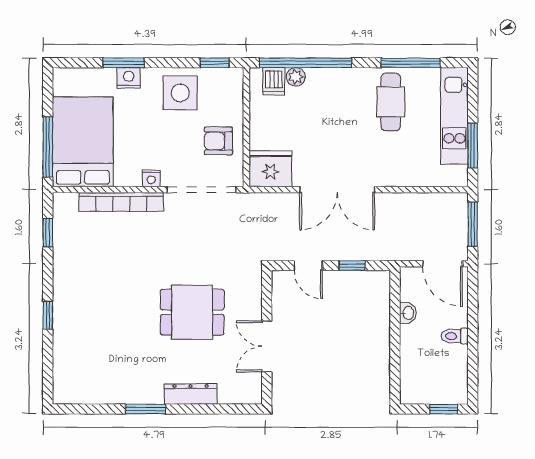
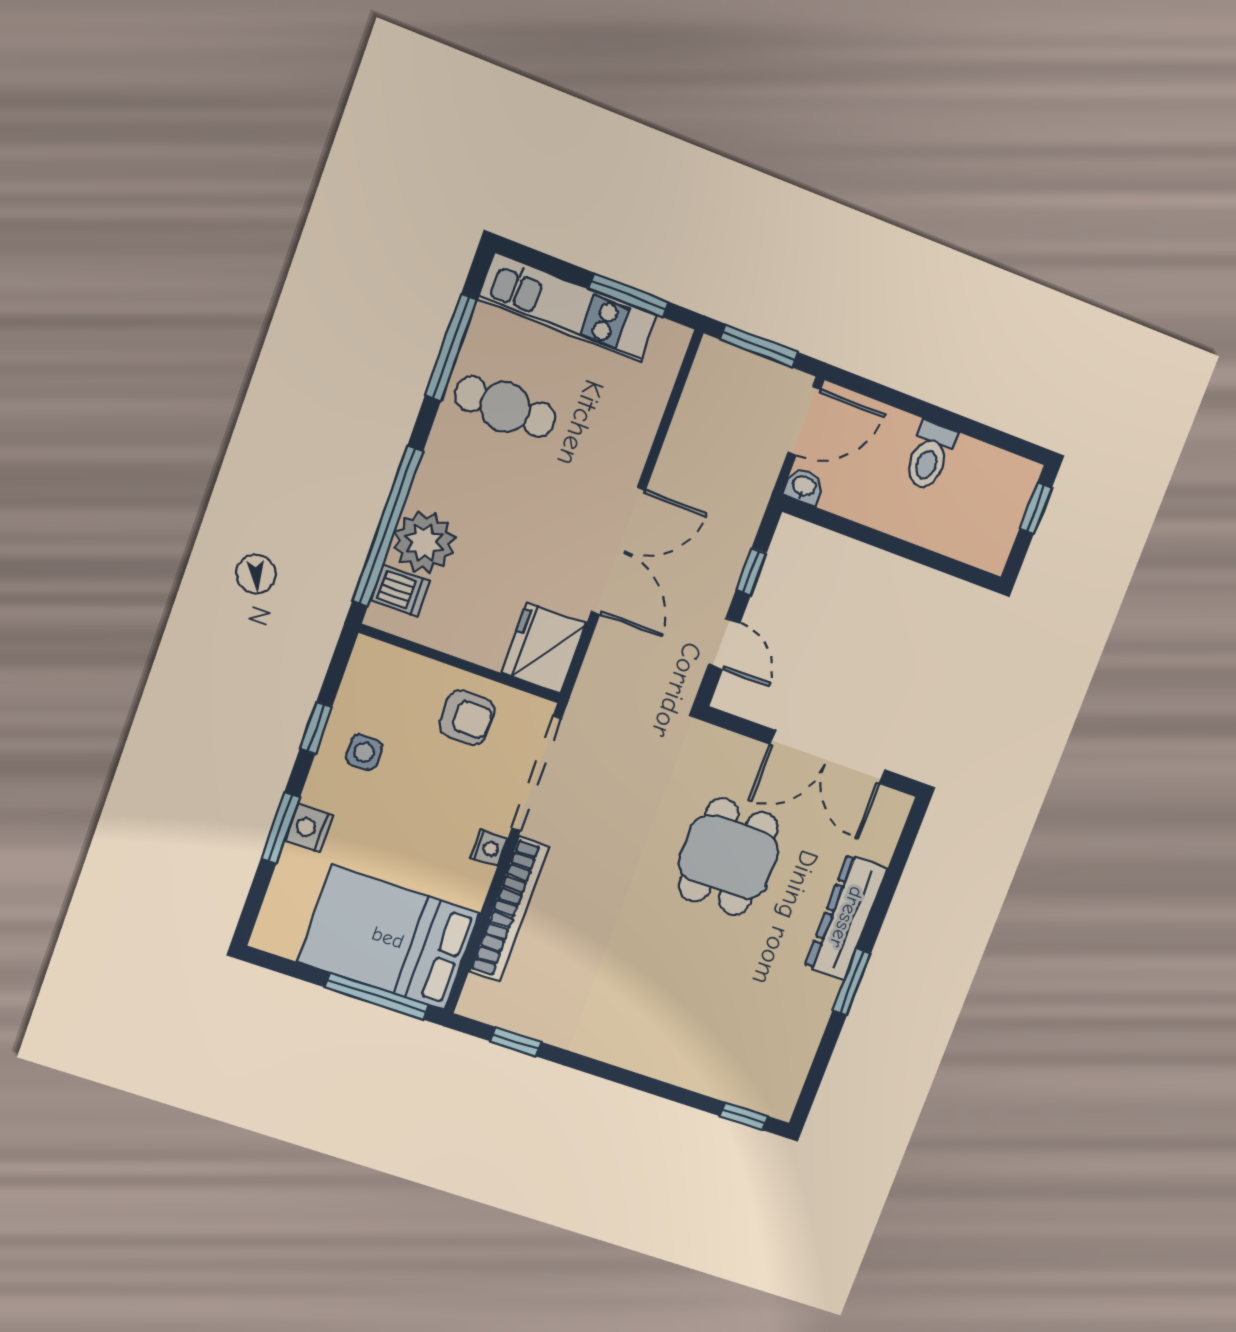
window: (215, 63) -> (316, 728), moved
plant: (296, 77) -> (424, 542), width x1.88, depth x1.88
side table: (180, 93) -> (364, 752), width x0.54, depth x0.54
armchair: (218, 141) -> (467, 718), turned -90
door: (308, 266) -> (724, 644), hinge flipped
washbasin: (408, 313) -> (804, 487), moved
window: (48, 315) -> (744, 1116), moved
toilet: (455, 336) -> (930, 456), width x1.37, depth x1.39
double door: (267, 346) -> (828, 757), width x1.37
dresser: (191, 394) -> (846, 917), width x1.37, depth x1.24

